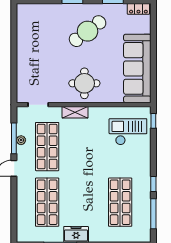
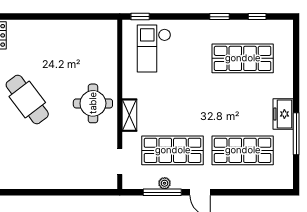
sofa: (137, 68) -> (74, 37), removed
window: (153, 214) -> (257, 17), width x0.46

